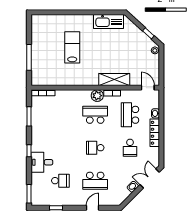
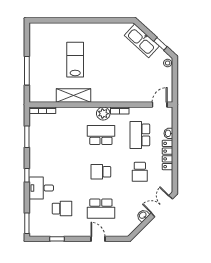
kitchen sink: (108, 21) -> (142, 41), moved, turned 42
shelving: (114, 79) -> (73, 95), moved
door: (148, 88) -> (160, 105), hinge flipped
door: (93, 208) -> (98, 239), hinge flipped

